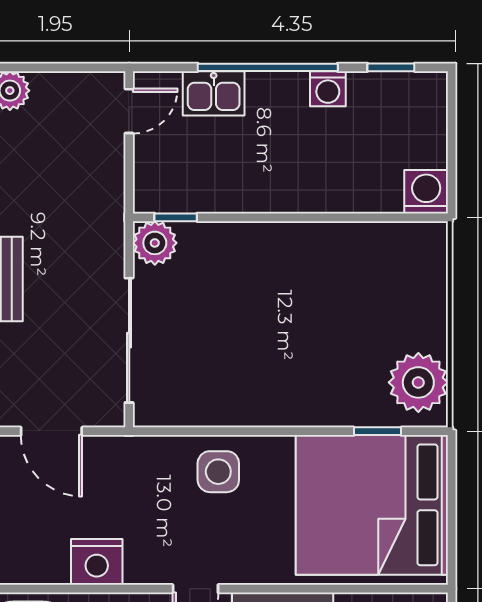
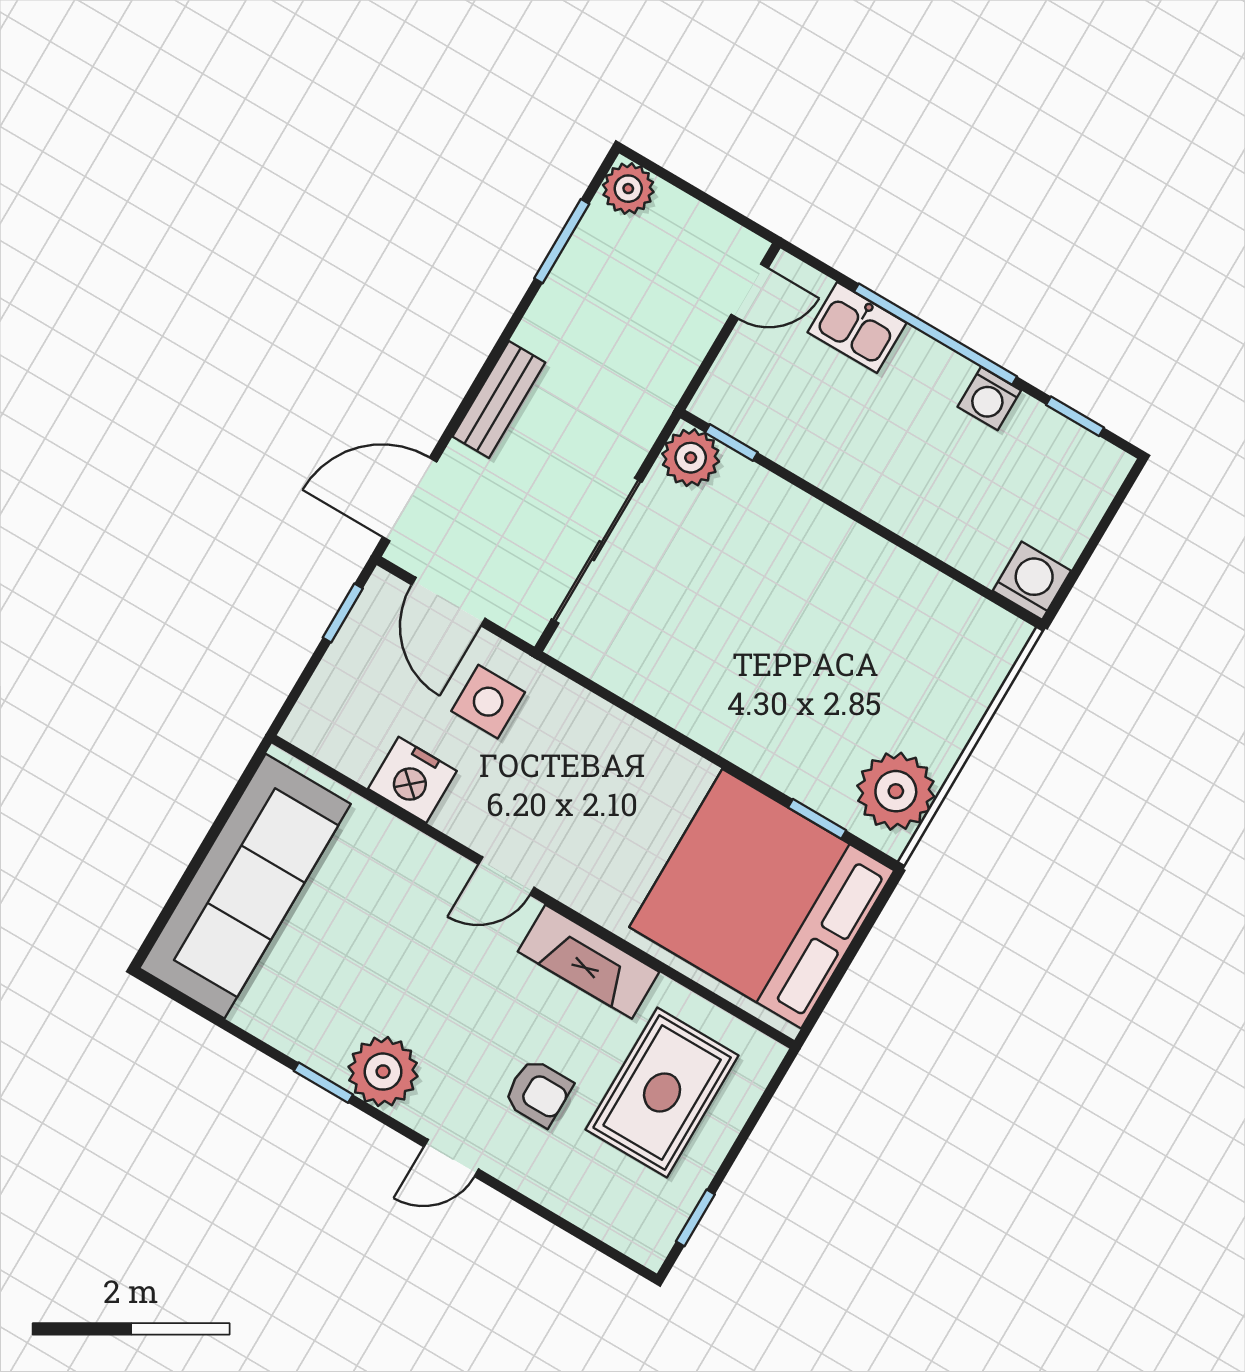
side table: (218, 472) -> (488, 702), moved

